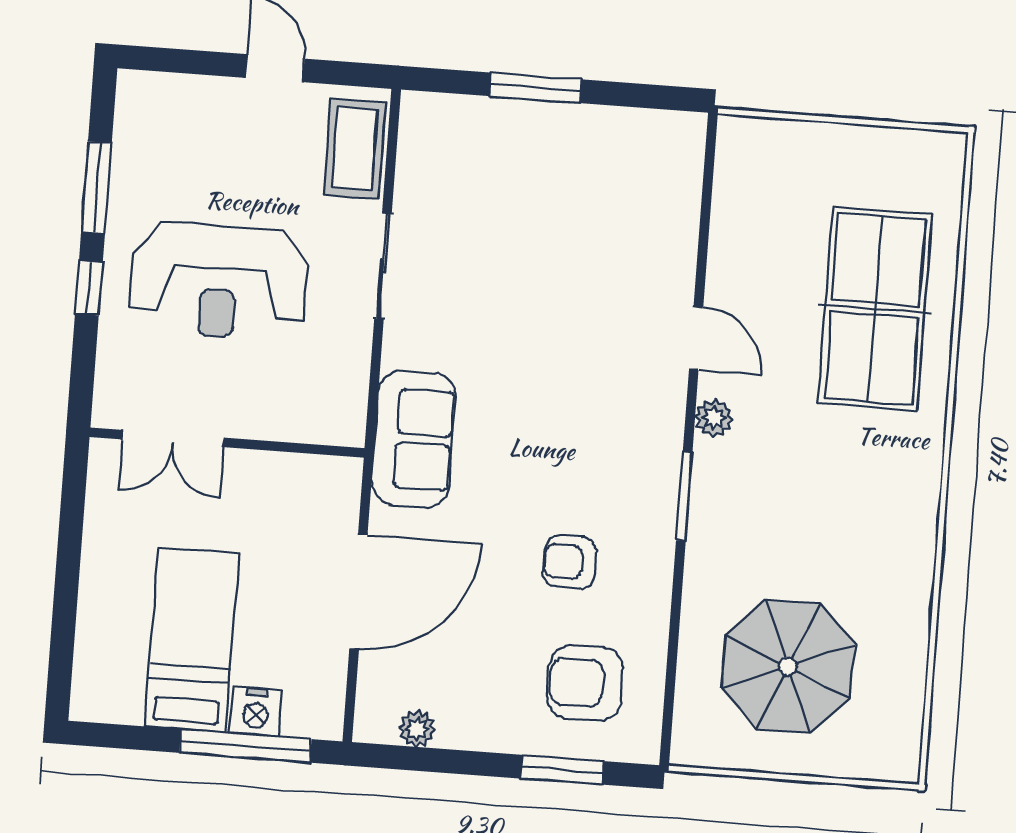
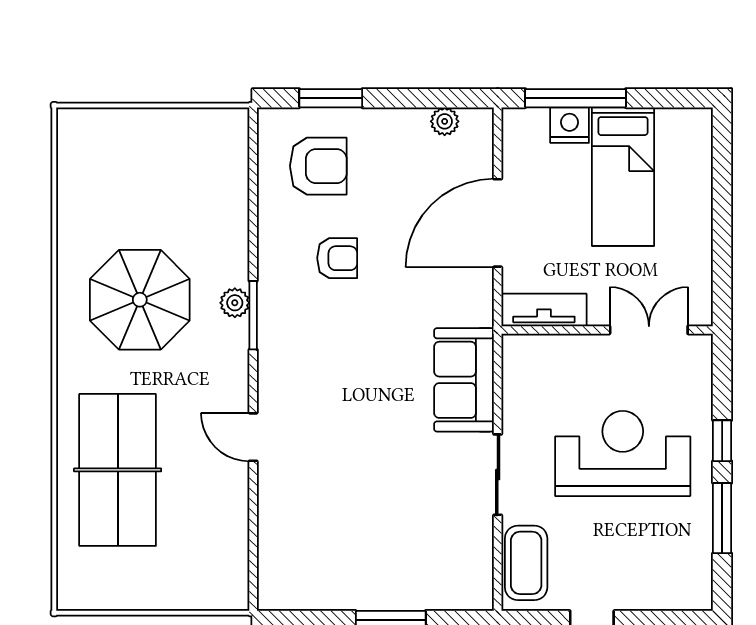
plant: (714, 418) -> (235, 303), moved
sofa: (414, 439) -> (464, 380), moved
tv unit: (307, 475) -> (544, 310), added
parasol: (788, 666) -> (140, 300), moved

